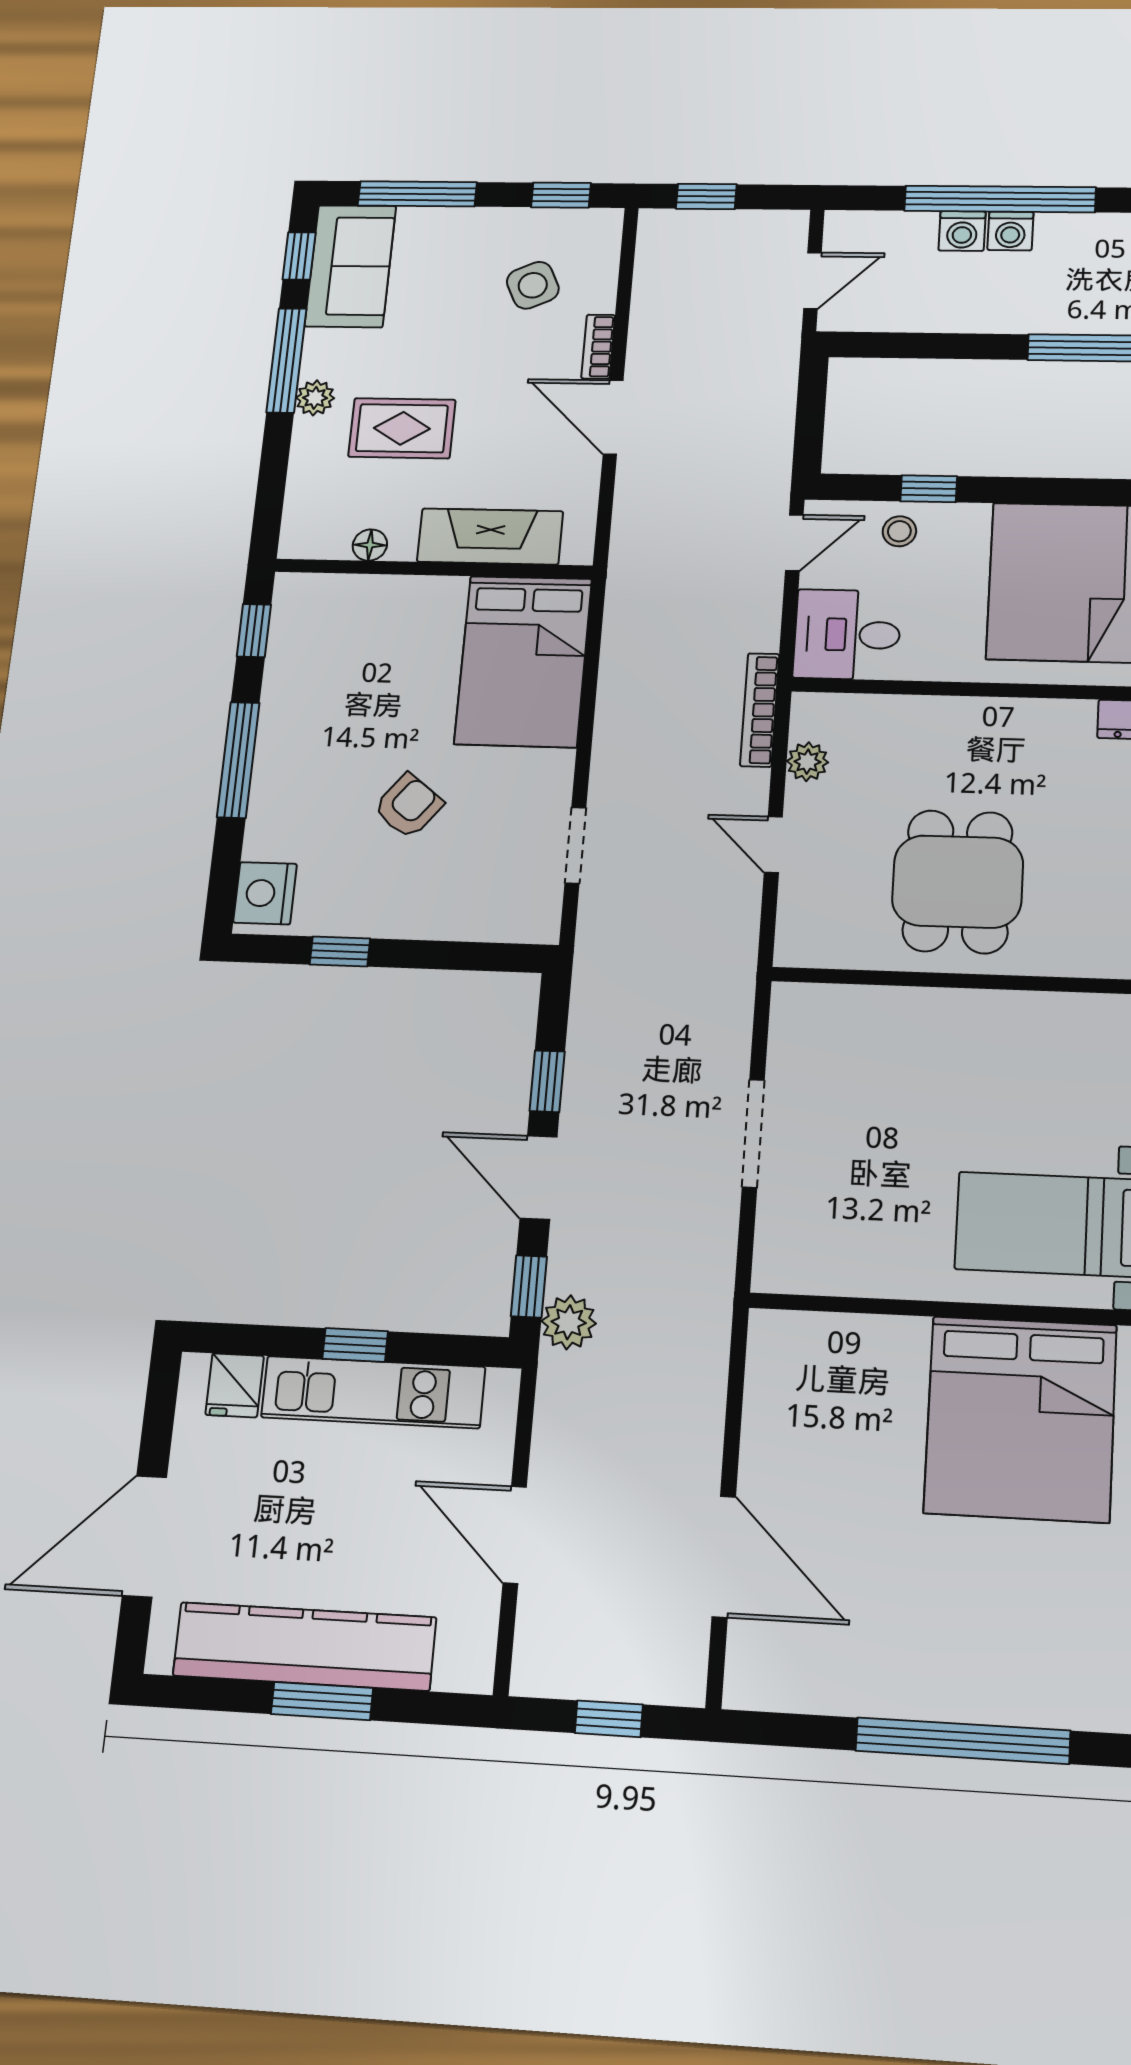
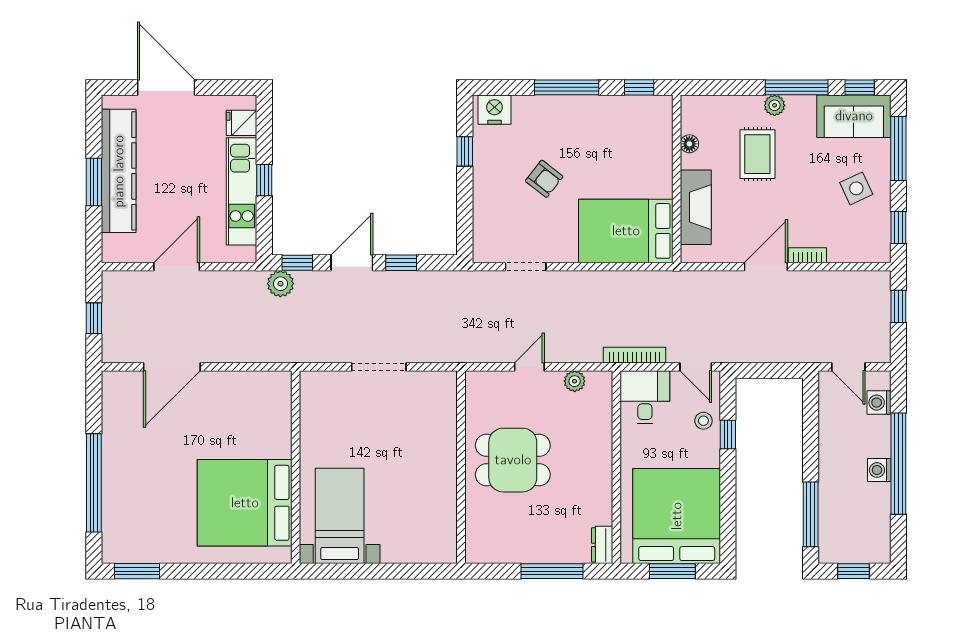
washing machine: (962, 231) -> (879, 403), moved
side table: (533, 285) -> (856, 188), moved
bookcase: (760, 710) -> (635, 355), moved

